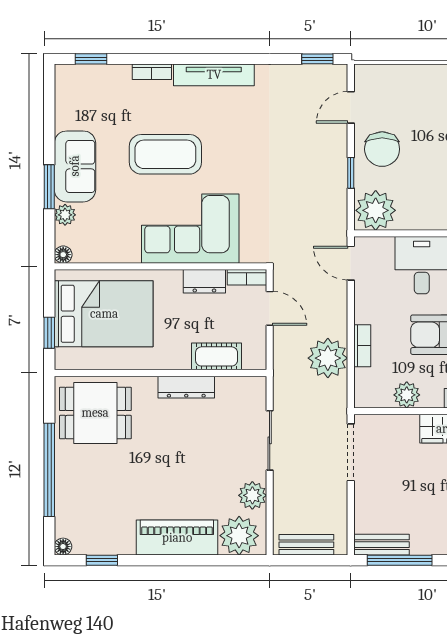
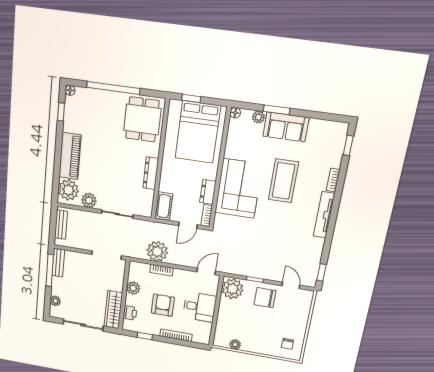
cot: (217, 356) -> (164, 206), moved

